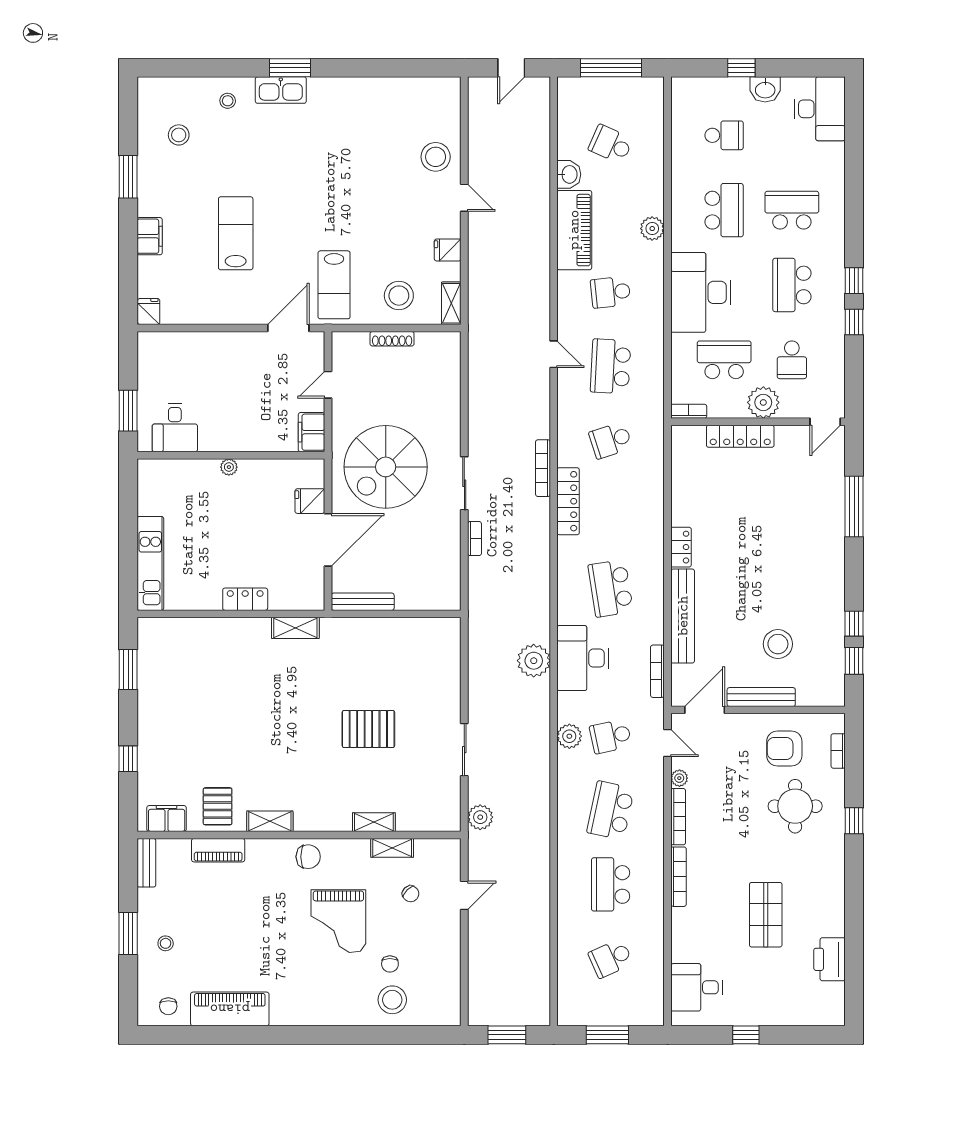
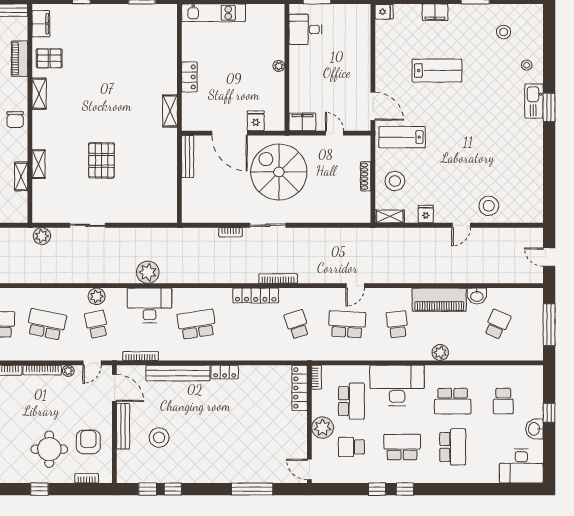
locker: (740, 436) -> (300, 388), moved

